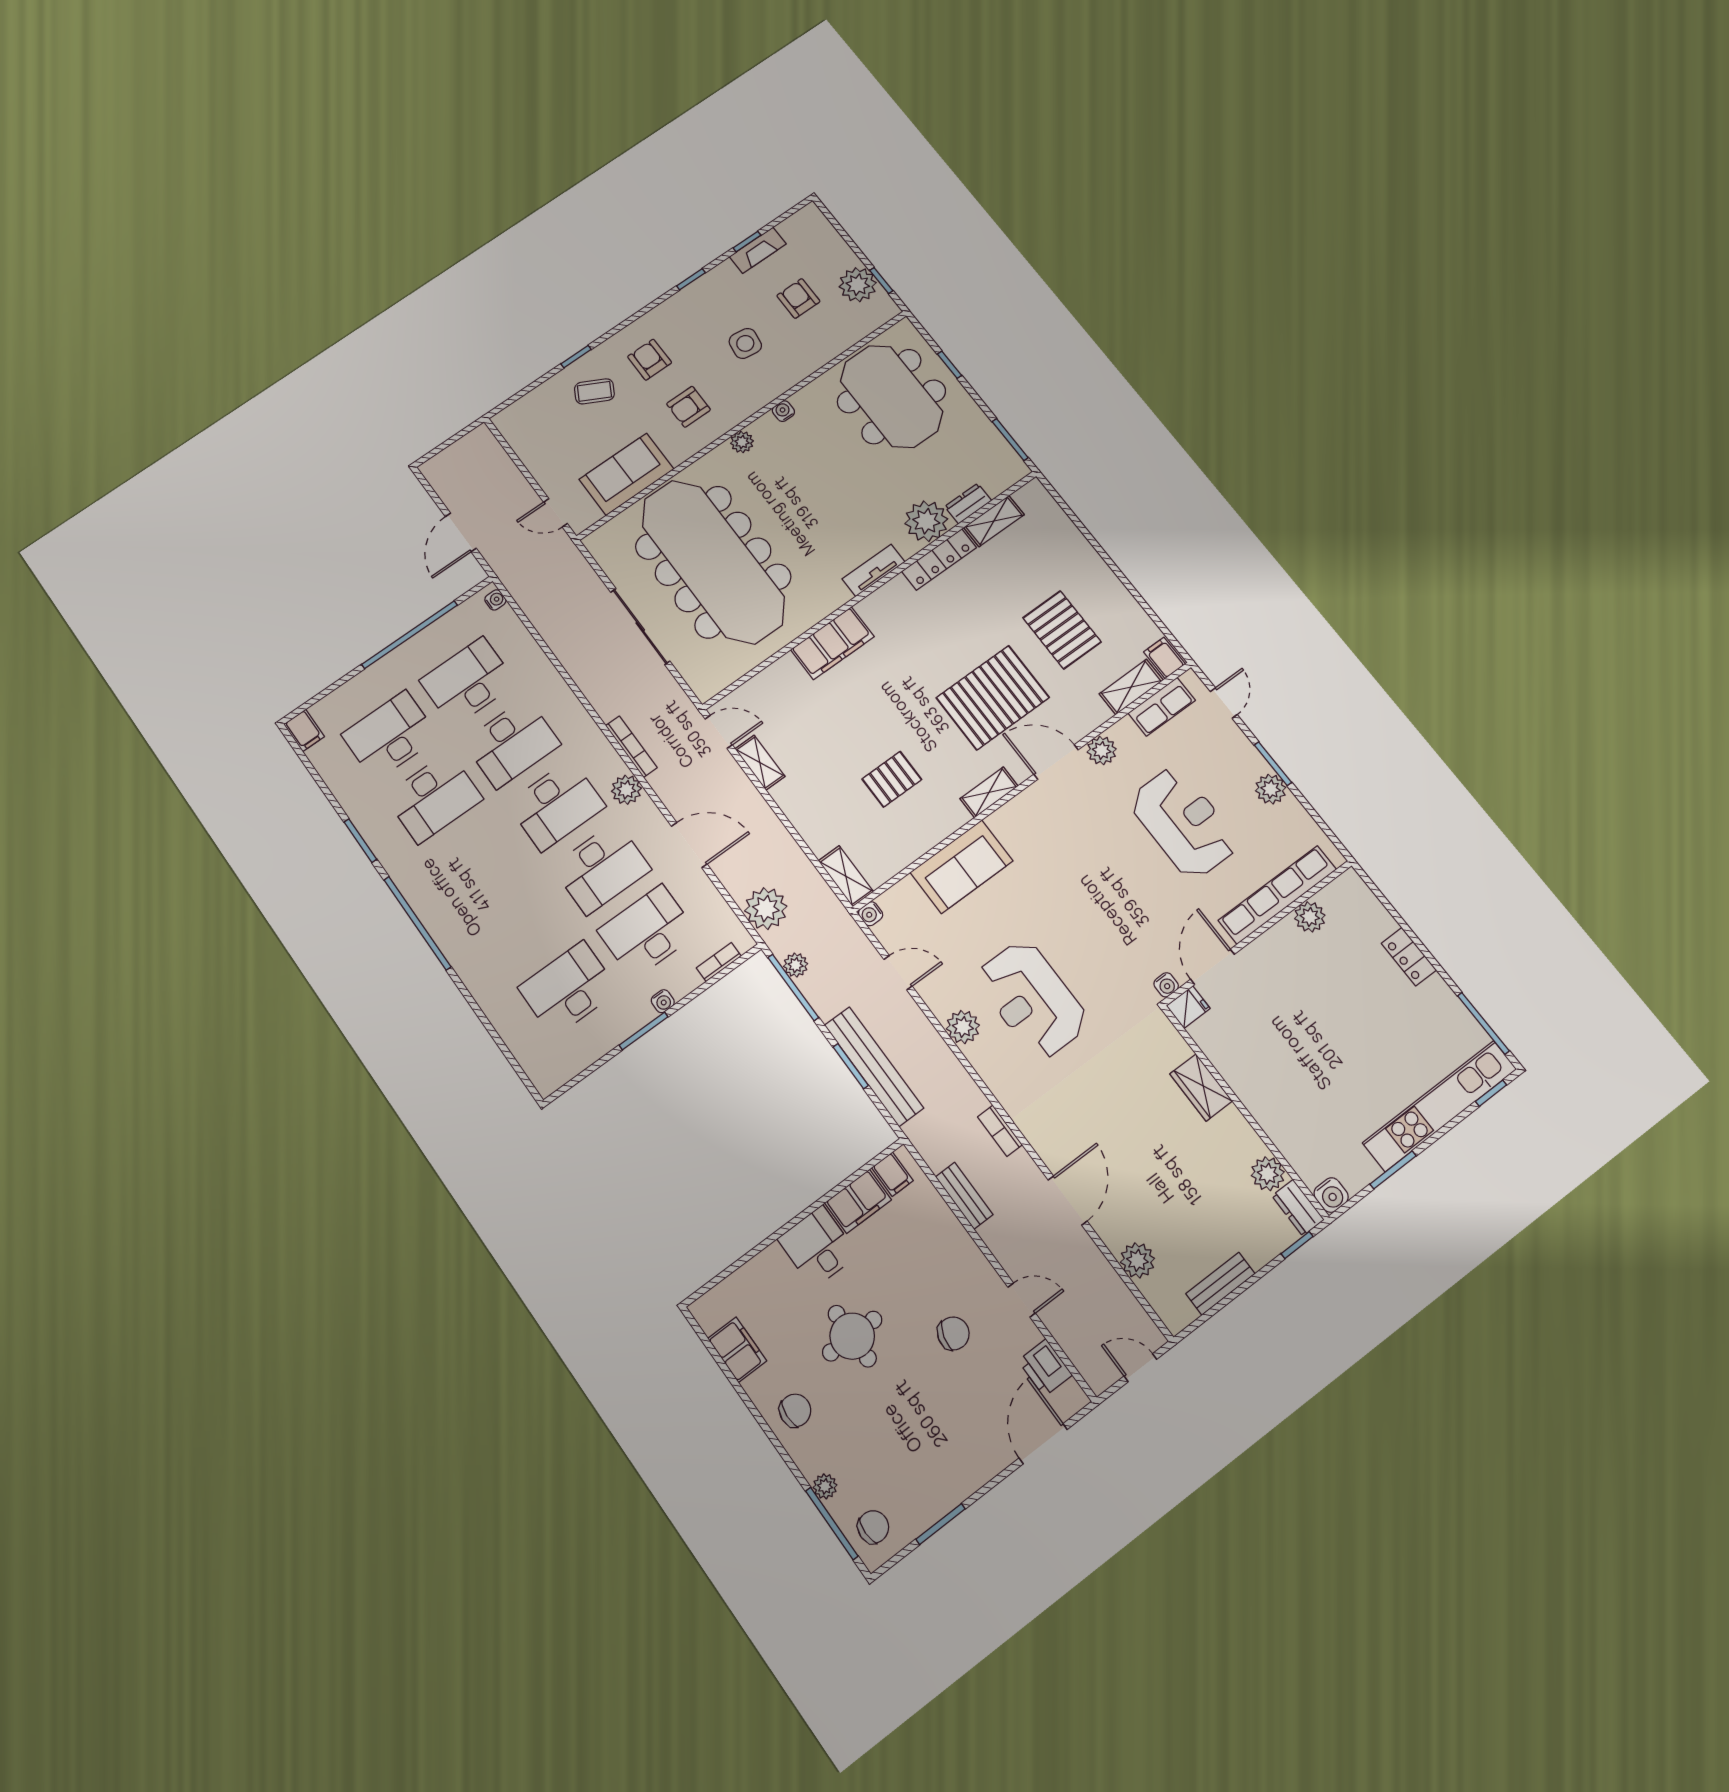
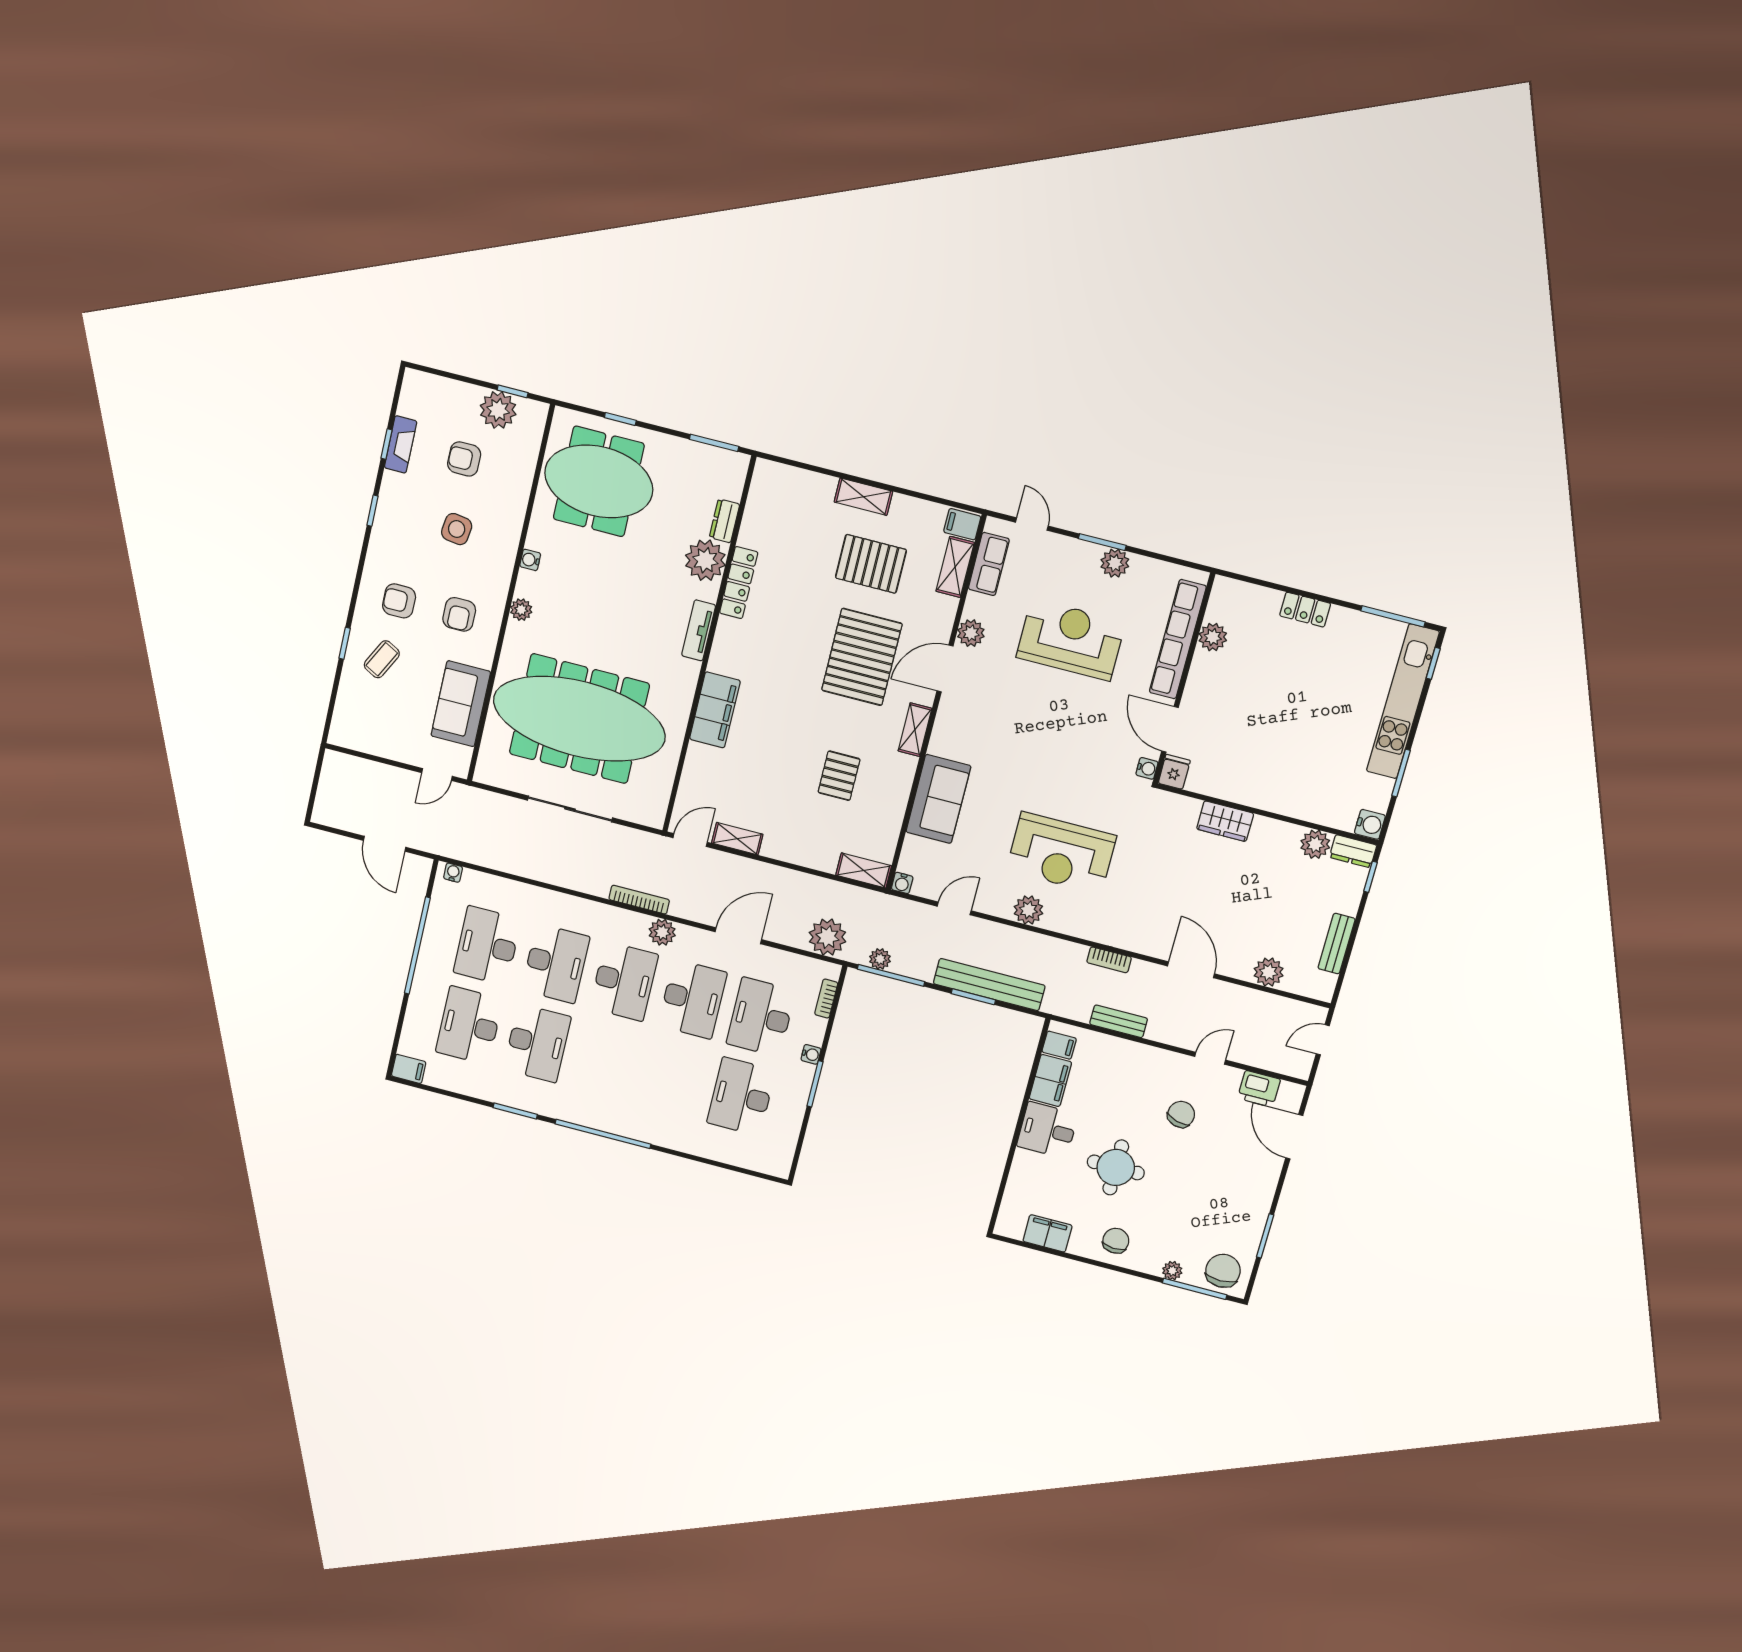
shelving: (994, 521) -> (863, 497), moved, turned 90
chair: (873, 1527) -> (1223, 1271), width x1.37, depth x1.37

